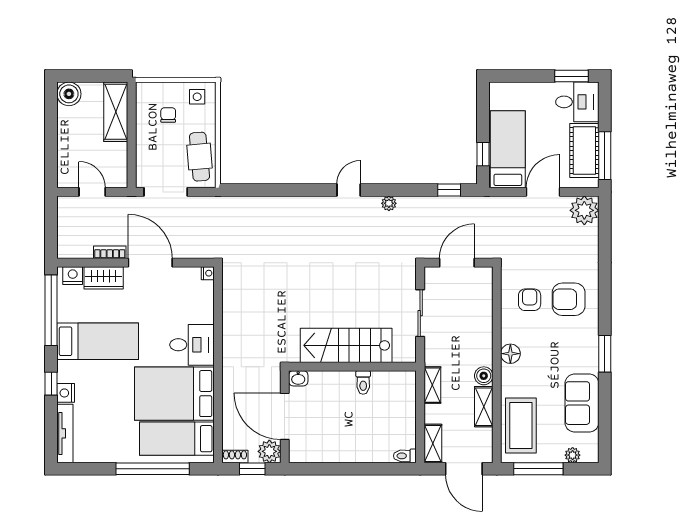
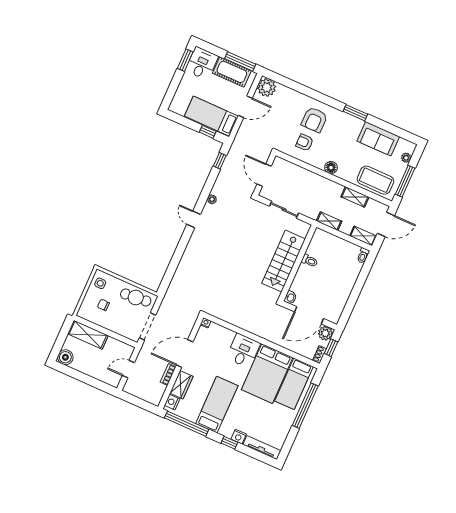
door: (543, 192) -> (245, 107), swing flipped
boiler: (484, 376) -> (337, 189), removed

